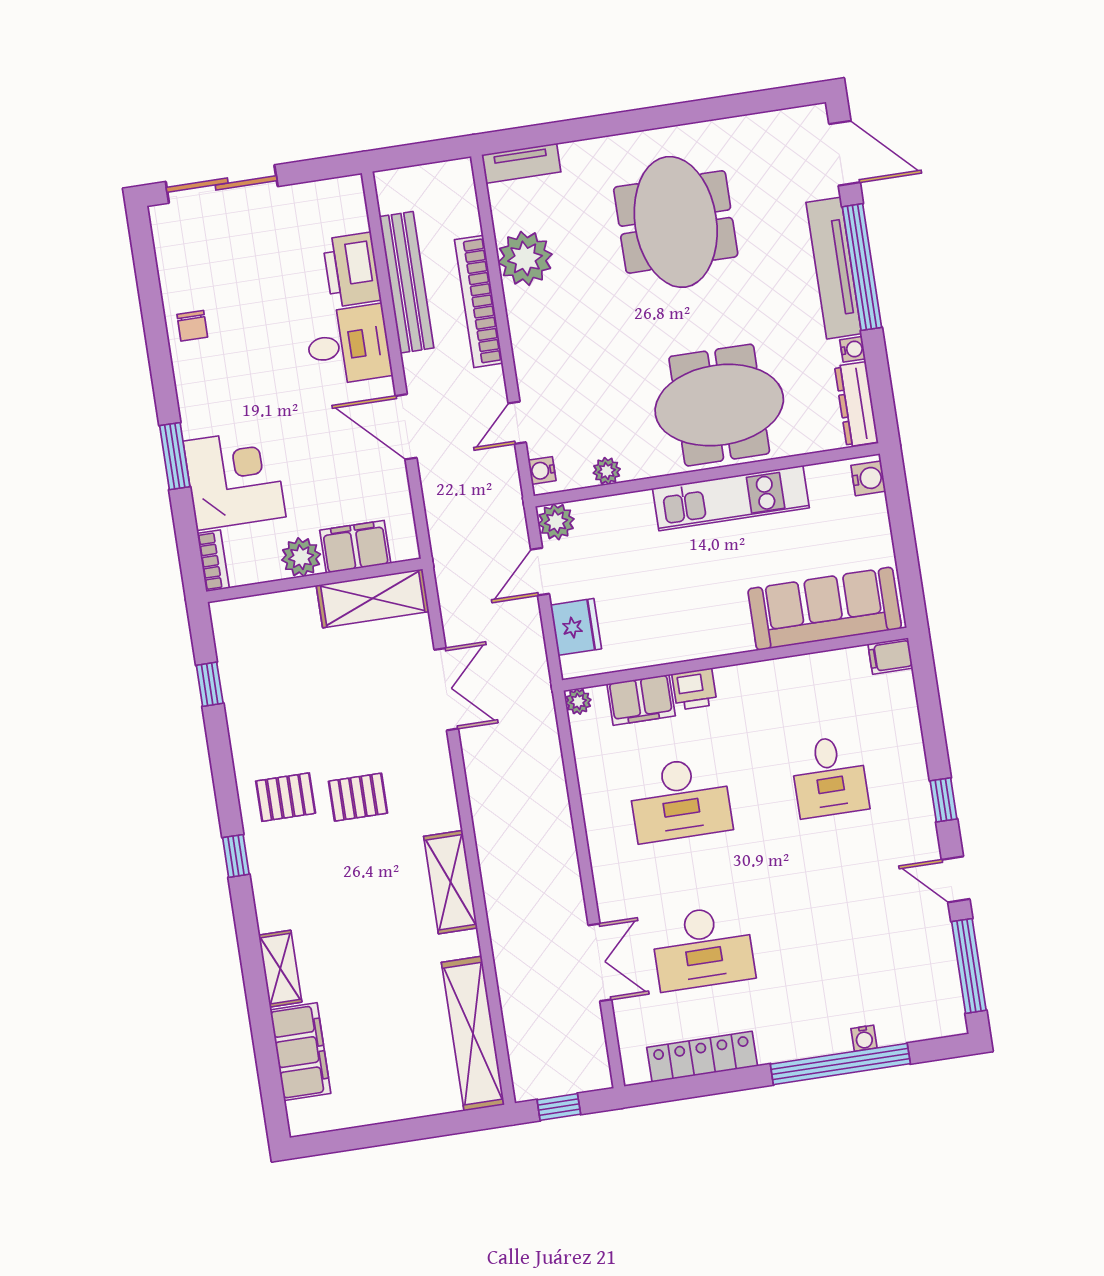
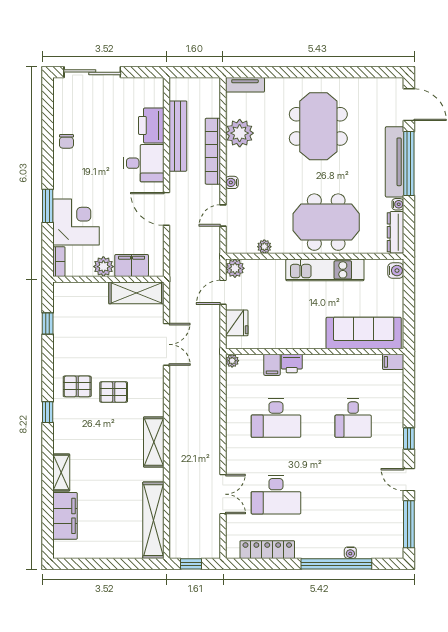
water cooler: (542, 470) -> (232, 182), moved
filing cabinet: (641, 700) -> (272, 365), width x0.50

